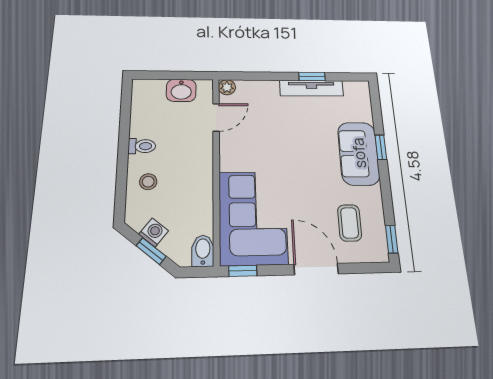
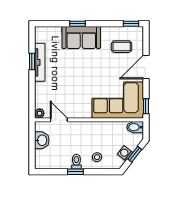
window: (124, 145) -> (75, 172), added

